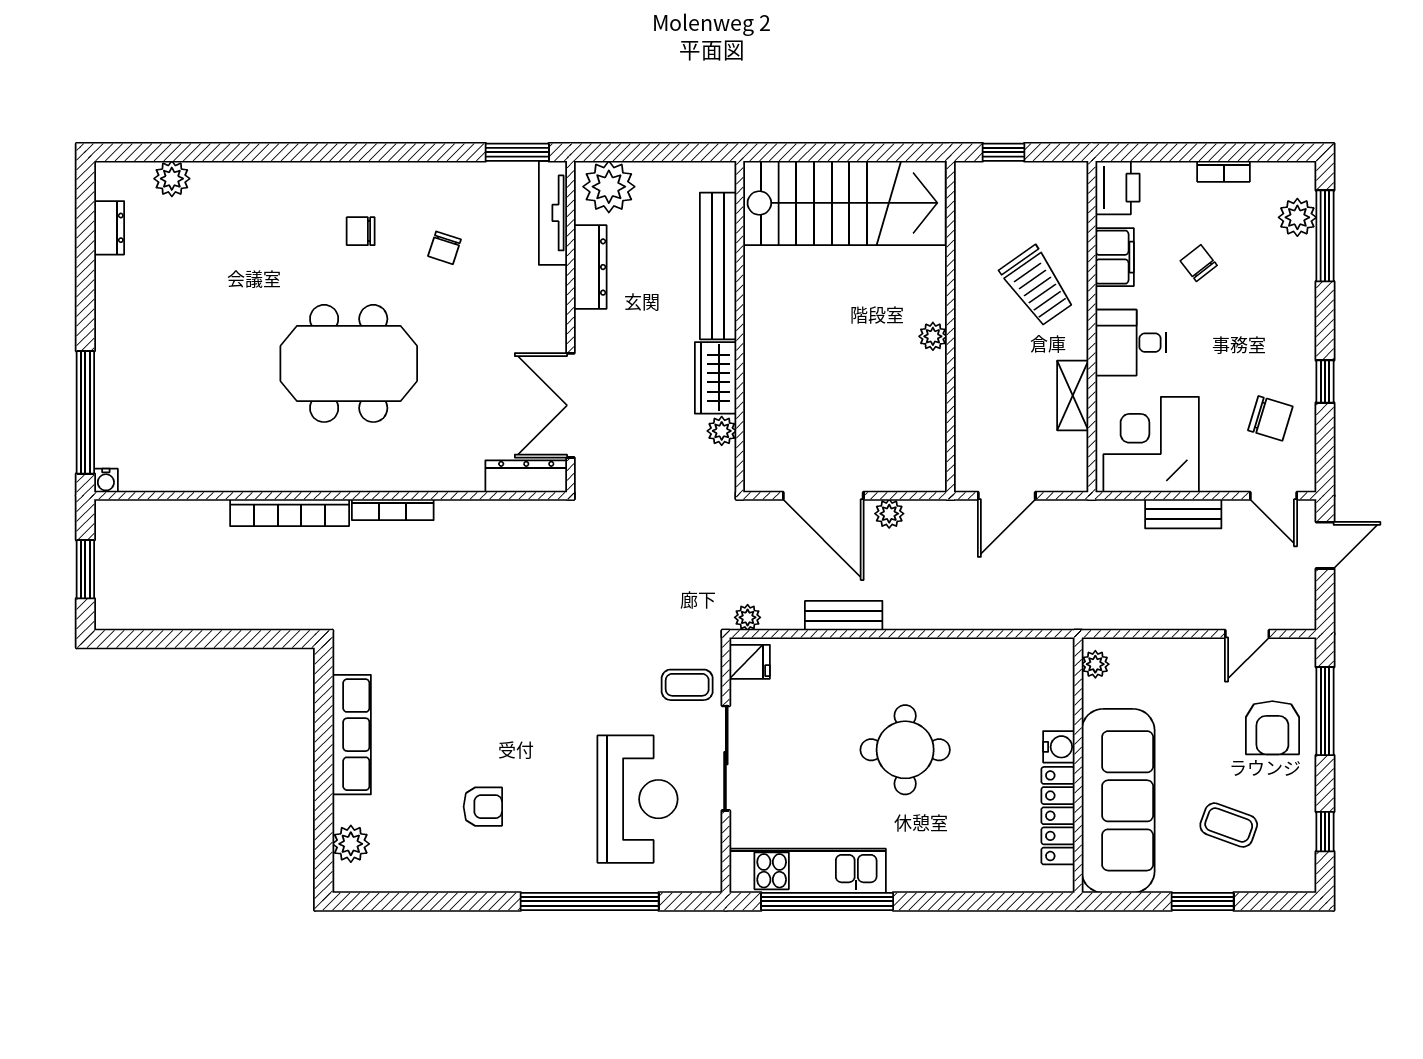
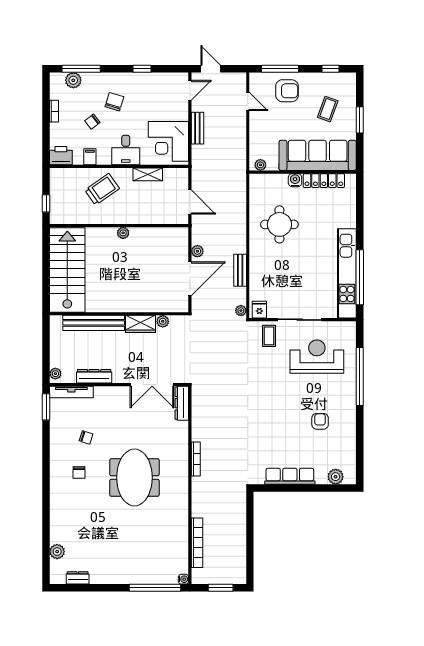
plant: (609, 187) -> (55, 374), width x0.53, depth x0.53
filing cabinet: (1115, 257) -> (90, 157), width x0.50
chair: (1270, 418) -> (114, 102), moved
bookcase: (290, 513) -> (197, 543), moved
round table: (905, 750) -> (279, 224), moved
kitchen unit: (808, 871) -> (347, 273), width x1.36

